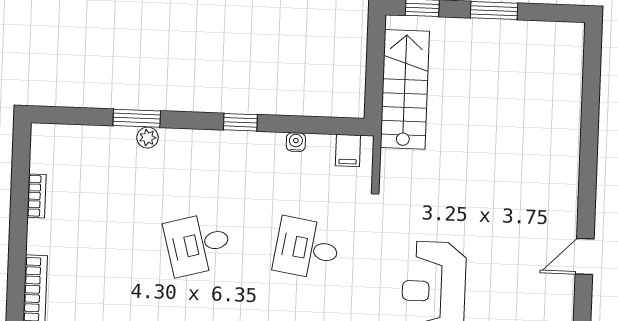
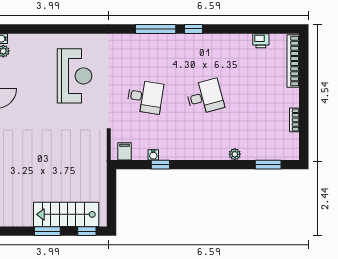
stairs: (405, 89) -> (66, 214), moved, turned 90
window: (137, 118) -> (268, 165), moved
window: (240, 122) -> (160, 165), moved

